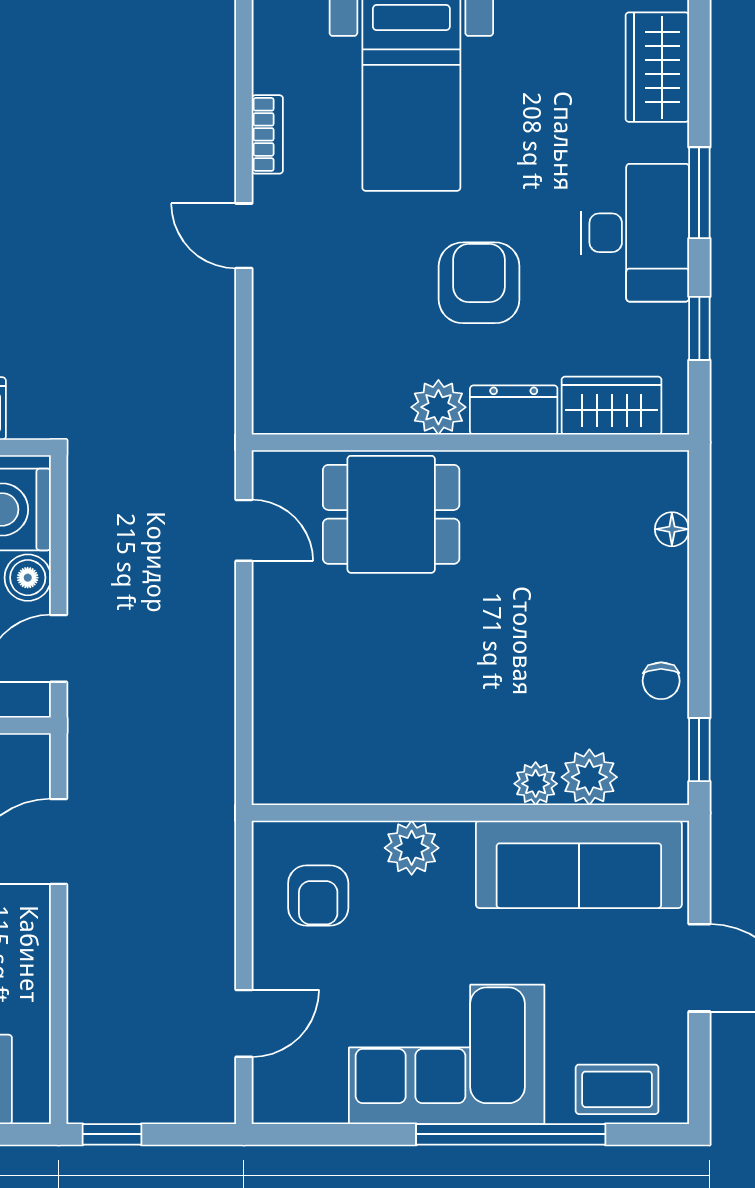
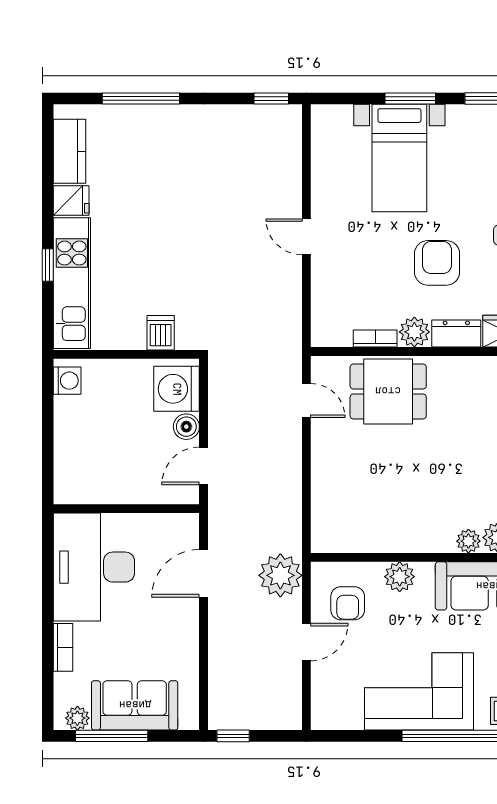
bookcase: (267, 134) -> (375, 339), moved, turned -90
plant: (197, 845) -> (280, 575), added
door: (244, 1023) -> (306, 642), moved

